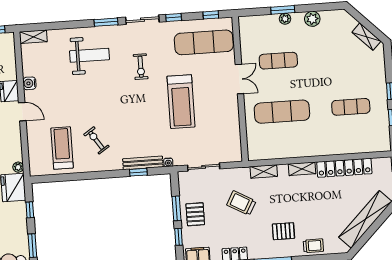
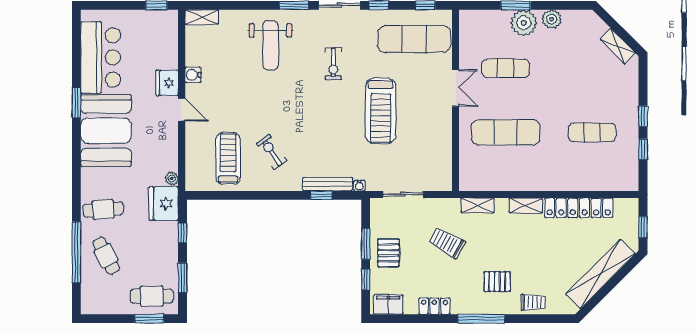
plant: (285, 19) -> (524, 23), width x1.88, depth x1.88
weight bench: (89, 55) -> (270, 45), turned 90

